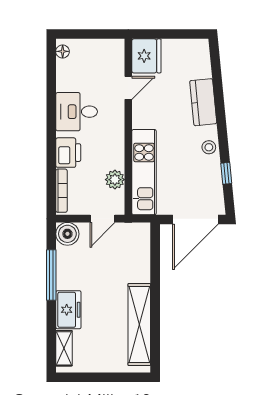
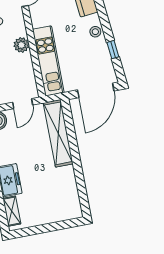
plant: (115, 180) -> (21, 45), moved
shelving: (139, 325) -> (58, 133), moved

